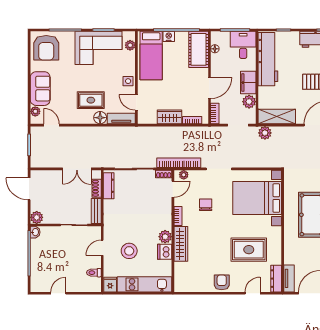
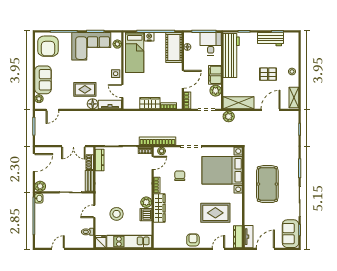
door: (52, 125) -> (52, 110), swing flipped
door: (29, 189) -> (34, 163), swing flipped

